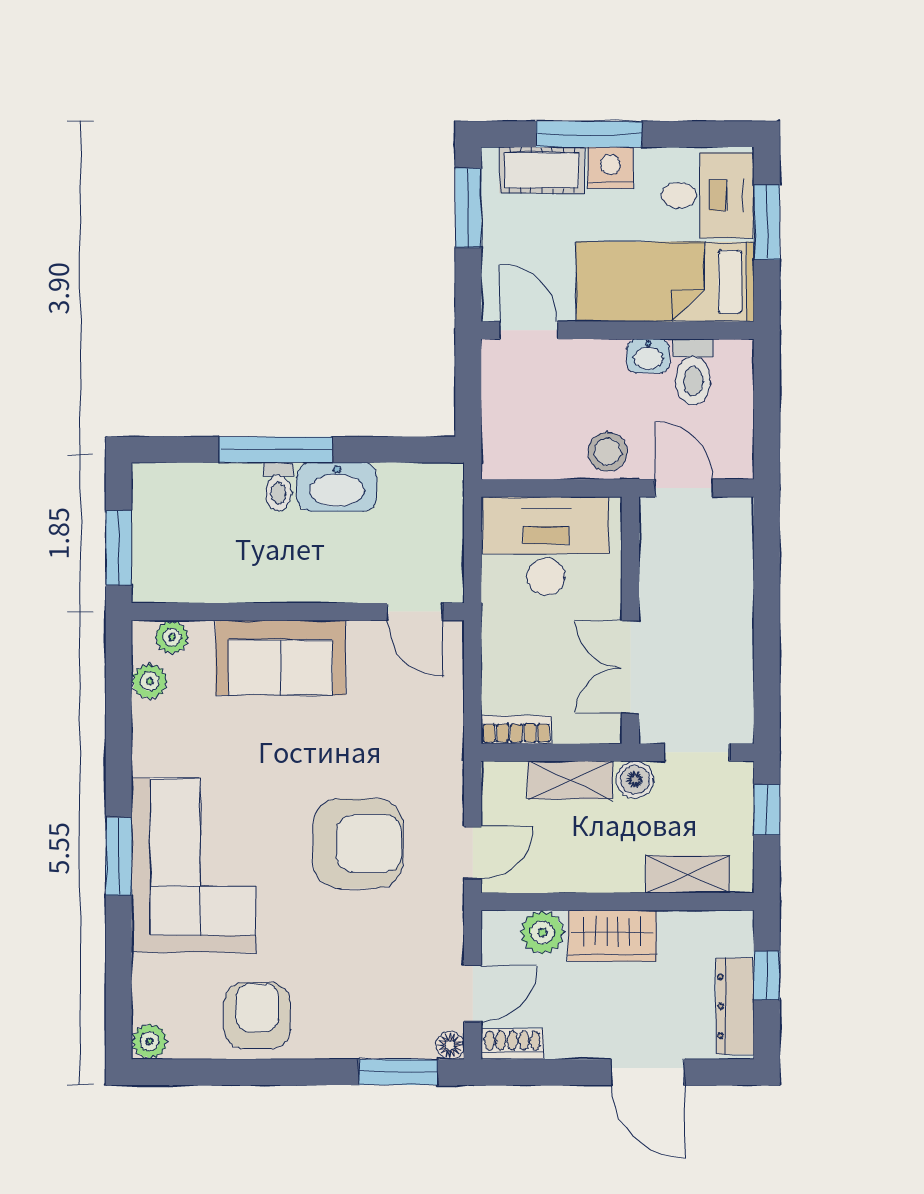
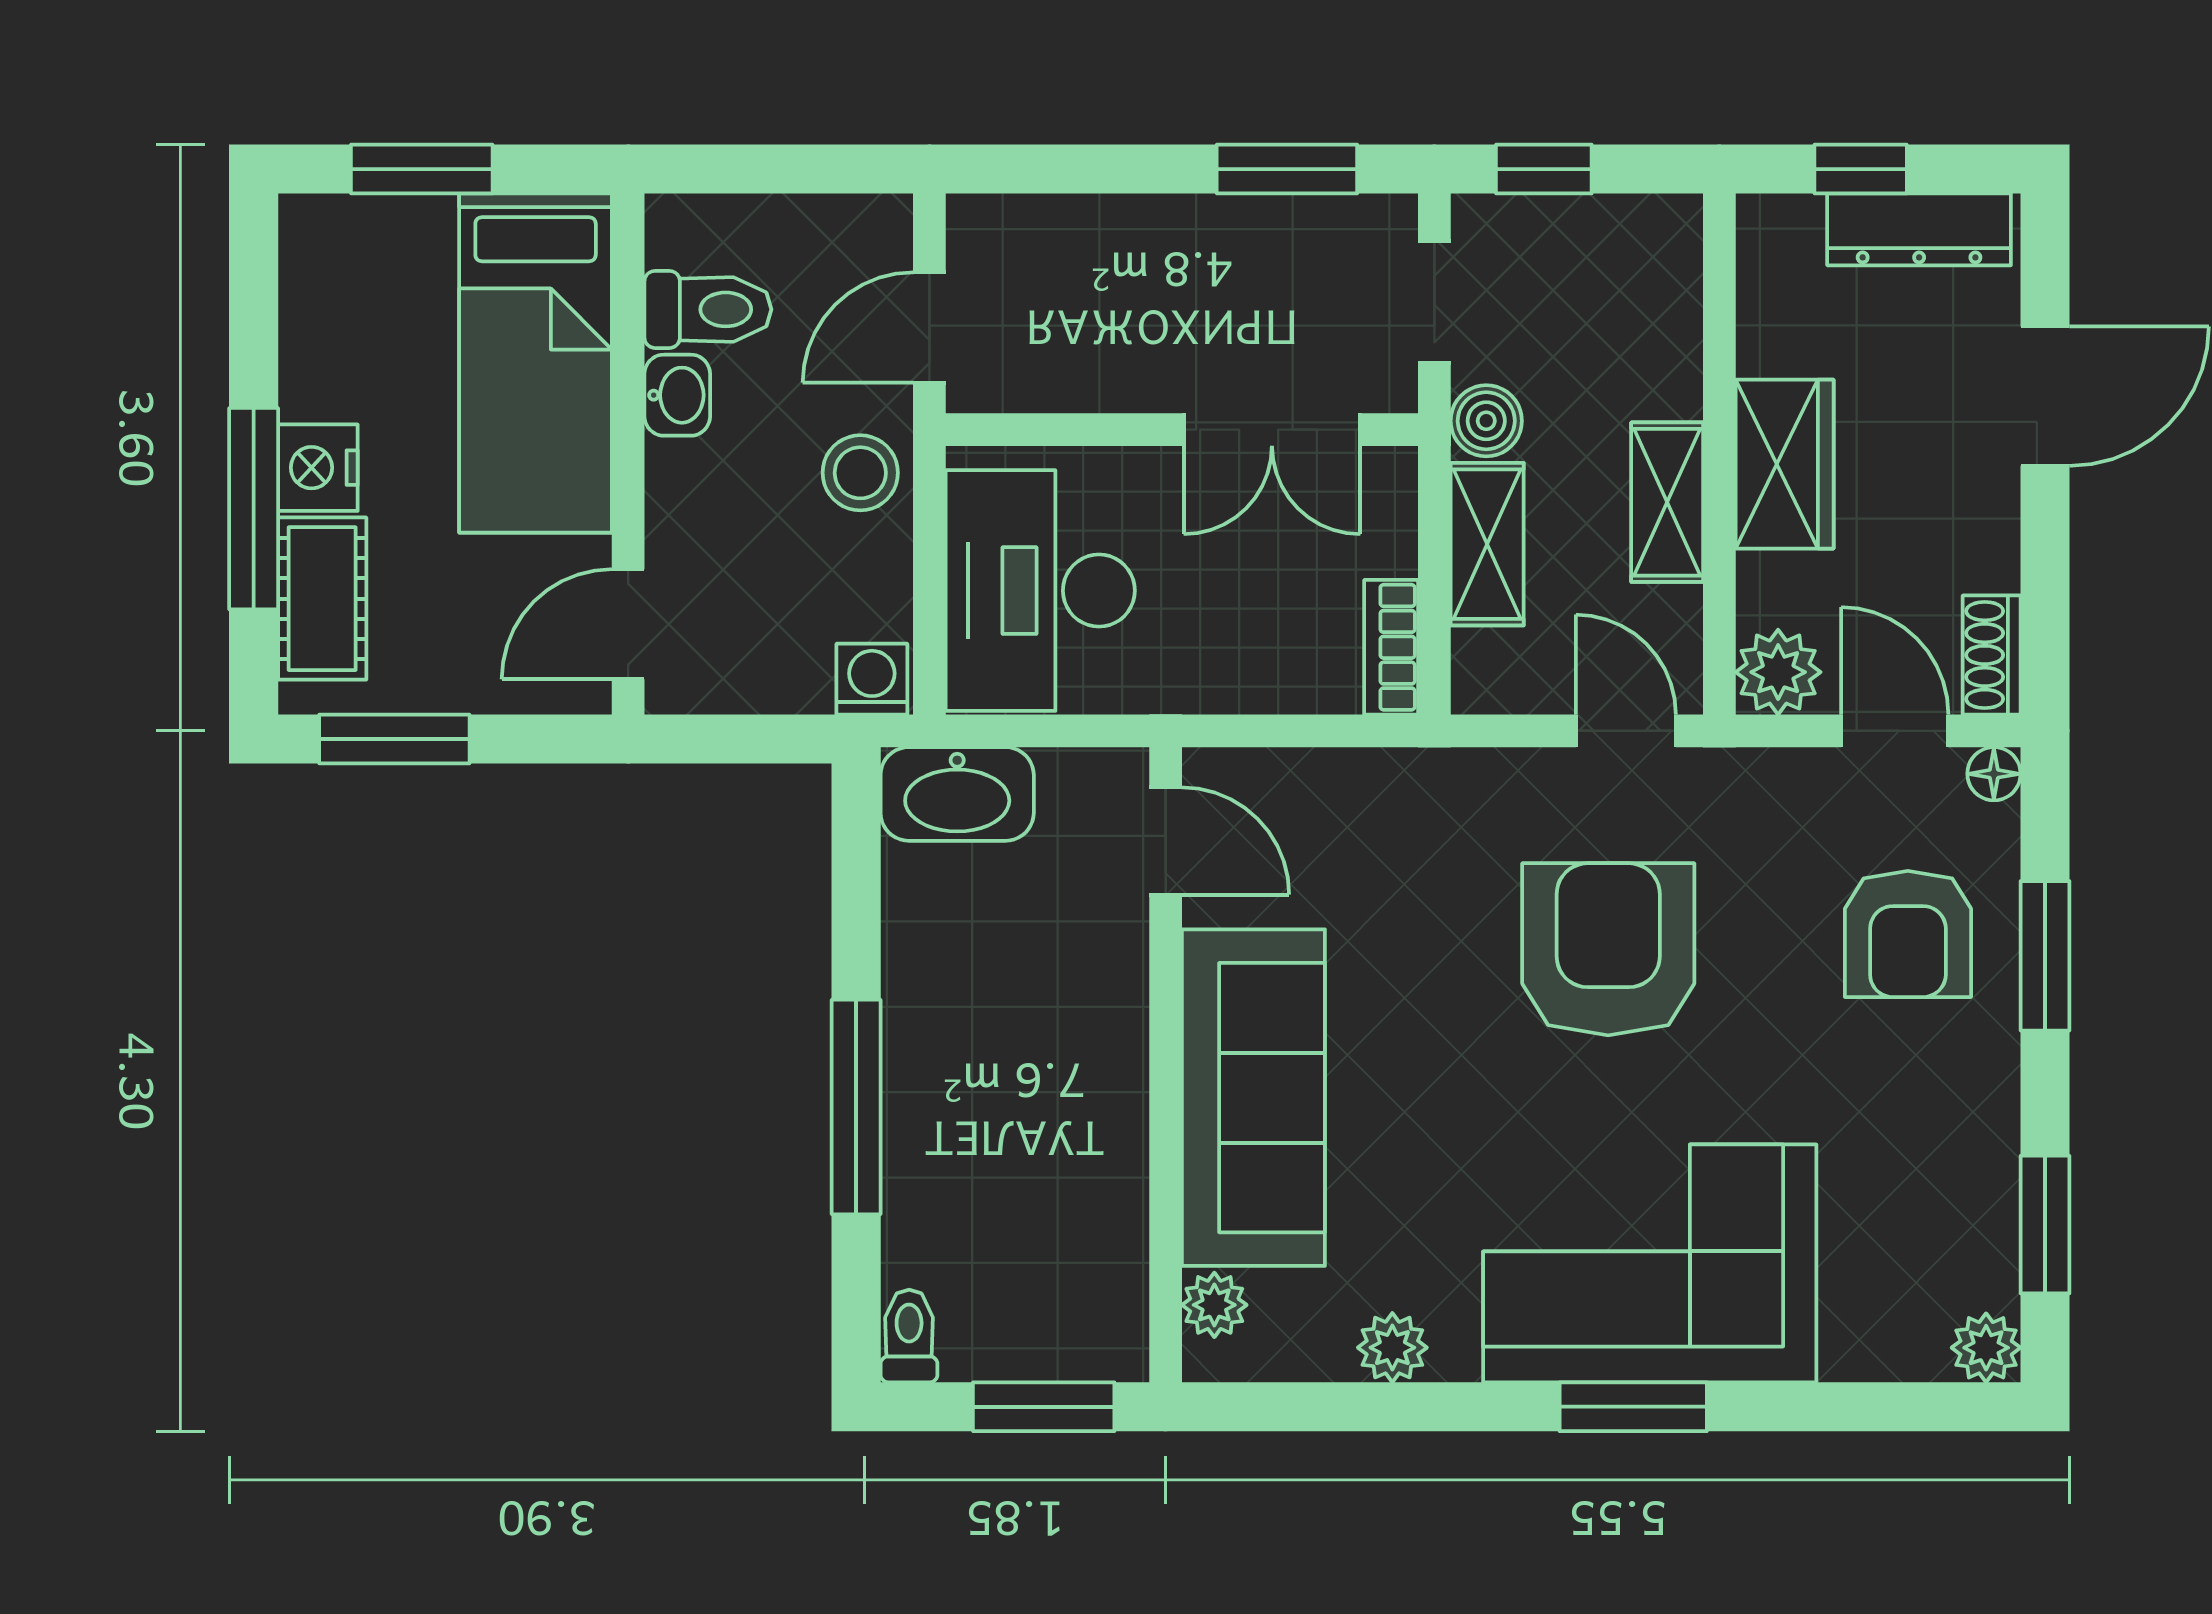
desk: (708, 195) -> (371, 282), removed
washing machine: (500, 458) -> (872, 679), added
toilet: (278, 487) -> (909, 1336), moved, turned -90
washbasin: (337, 487) -> (957, 794), moved, turned 90
door: (415, 612) -> (1166, 841), hinge flipped
sofa: (280, 658) -> (1253, 1098), width x1.36
window: (767, 675) -> (1287, 169), added
plant: (150, 681) -> (1392, 1348), moved
shelving: (688, 874) -> (1667, 502), moved
plant: (542, 932) -> (1778, 672), moved
armchair: (257, 1016) -> (1908, 934), moved, turned -90
window: (214, 1072) -> (2045, 1225), added
window: (398, 1072) -> (2045, 956), moved

